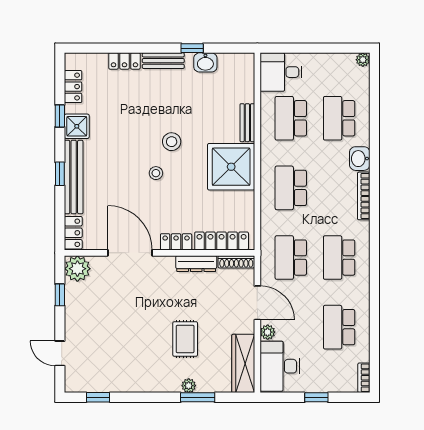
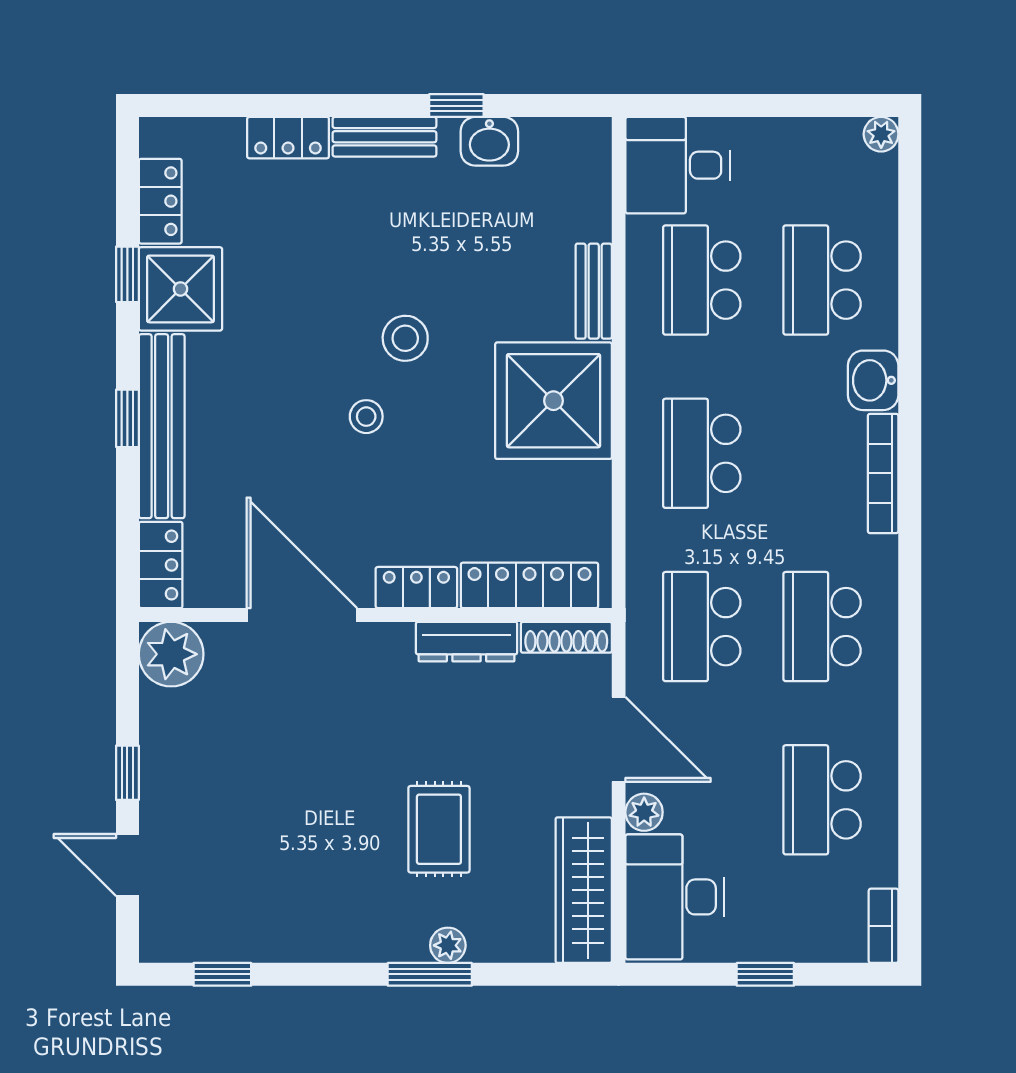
shower: (77, 126) -> (180, 289), width x1.36, depth x1.36
window: (60, 295) -> (127, 773), moved
window: (198, 397) -> (430, 974), moved

